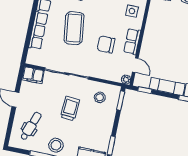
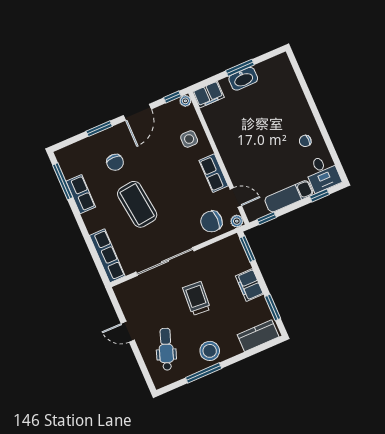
row of seats: (38, 30) -> (107, 256), moved
chair: (106, 45) -> (211, 221), moved
filing cabinet: (33, 75) -> (249, 285), moved, turned 90
stool: (100, 97) -> (221, 262), removed

